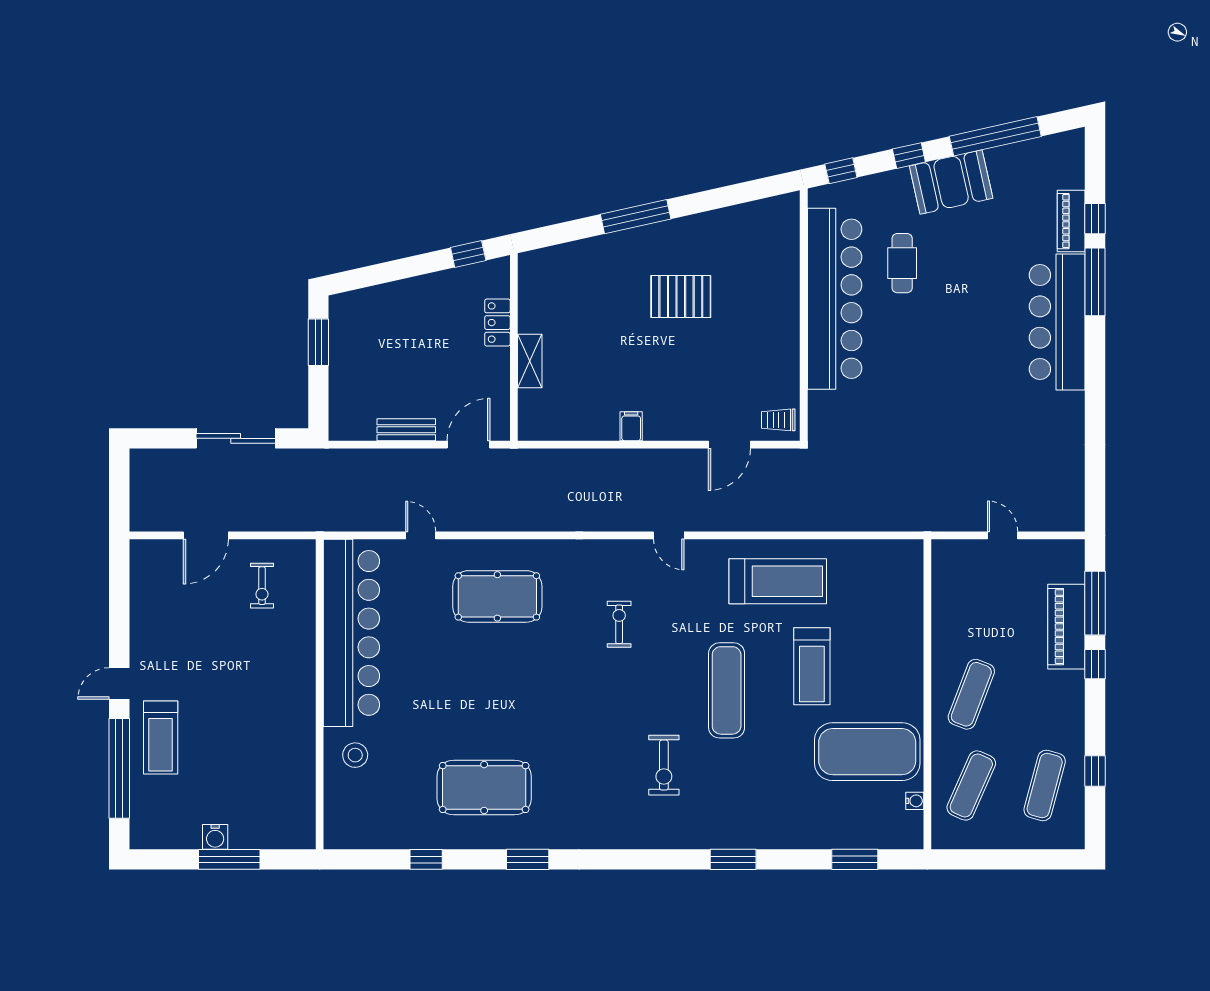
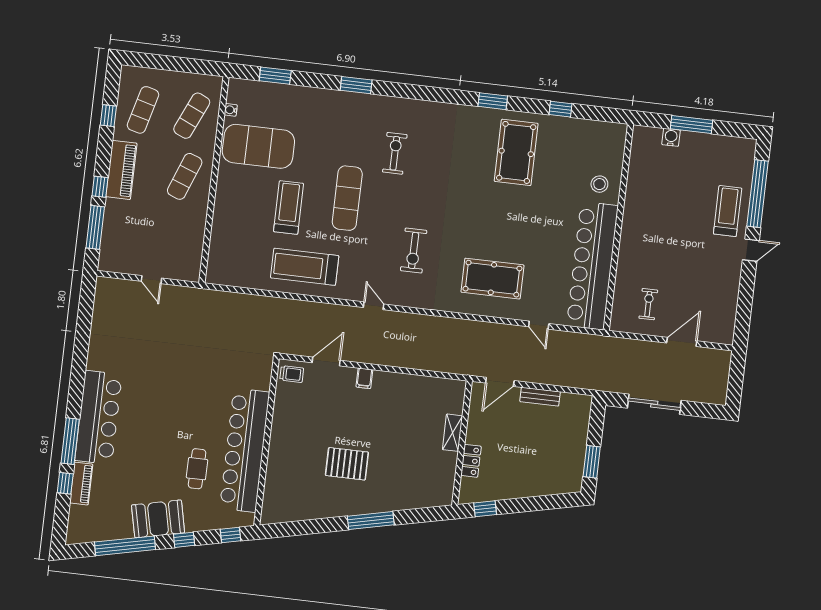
filing cabinet: (631, 426) -> (364, 378), moved
exercise bike: (619, 624) -> (414, 251), width x1.38, depth x1.39
piano: (1066, 627) -> (121, 170), moved
pool table: (484, 788) -> (516, 152), turned 90
water cooler: (215, 837) -> (671, 137), moved

